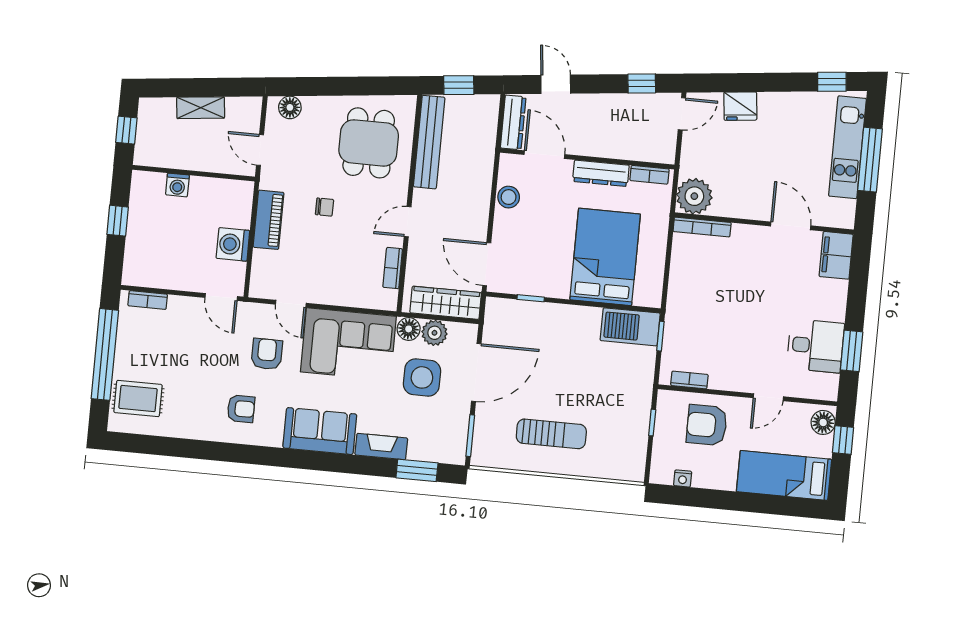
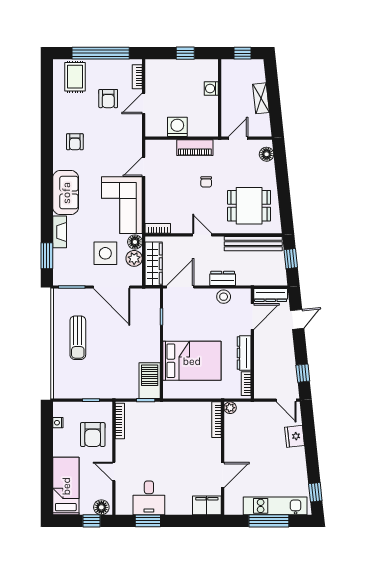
dresser: (479, 196) -> (223, 278), added
plant: (694, 196) -> (230, 408), width x0.53, depth x0.53
bookcase: (393, 268) -> (158, 228), moved
door: (221, 297) -> (144, 103), moved
armchair: (267, 354) -> (108, 99), moved, turned 90
bookcase: (689, 380) -> (120, 421), width x1.56
armchair: (707, 425) -> (93, 435), turned 180

